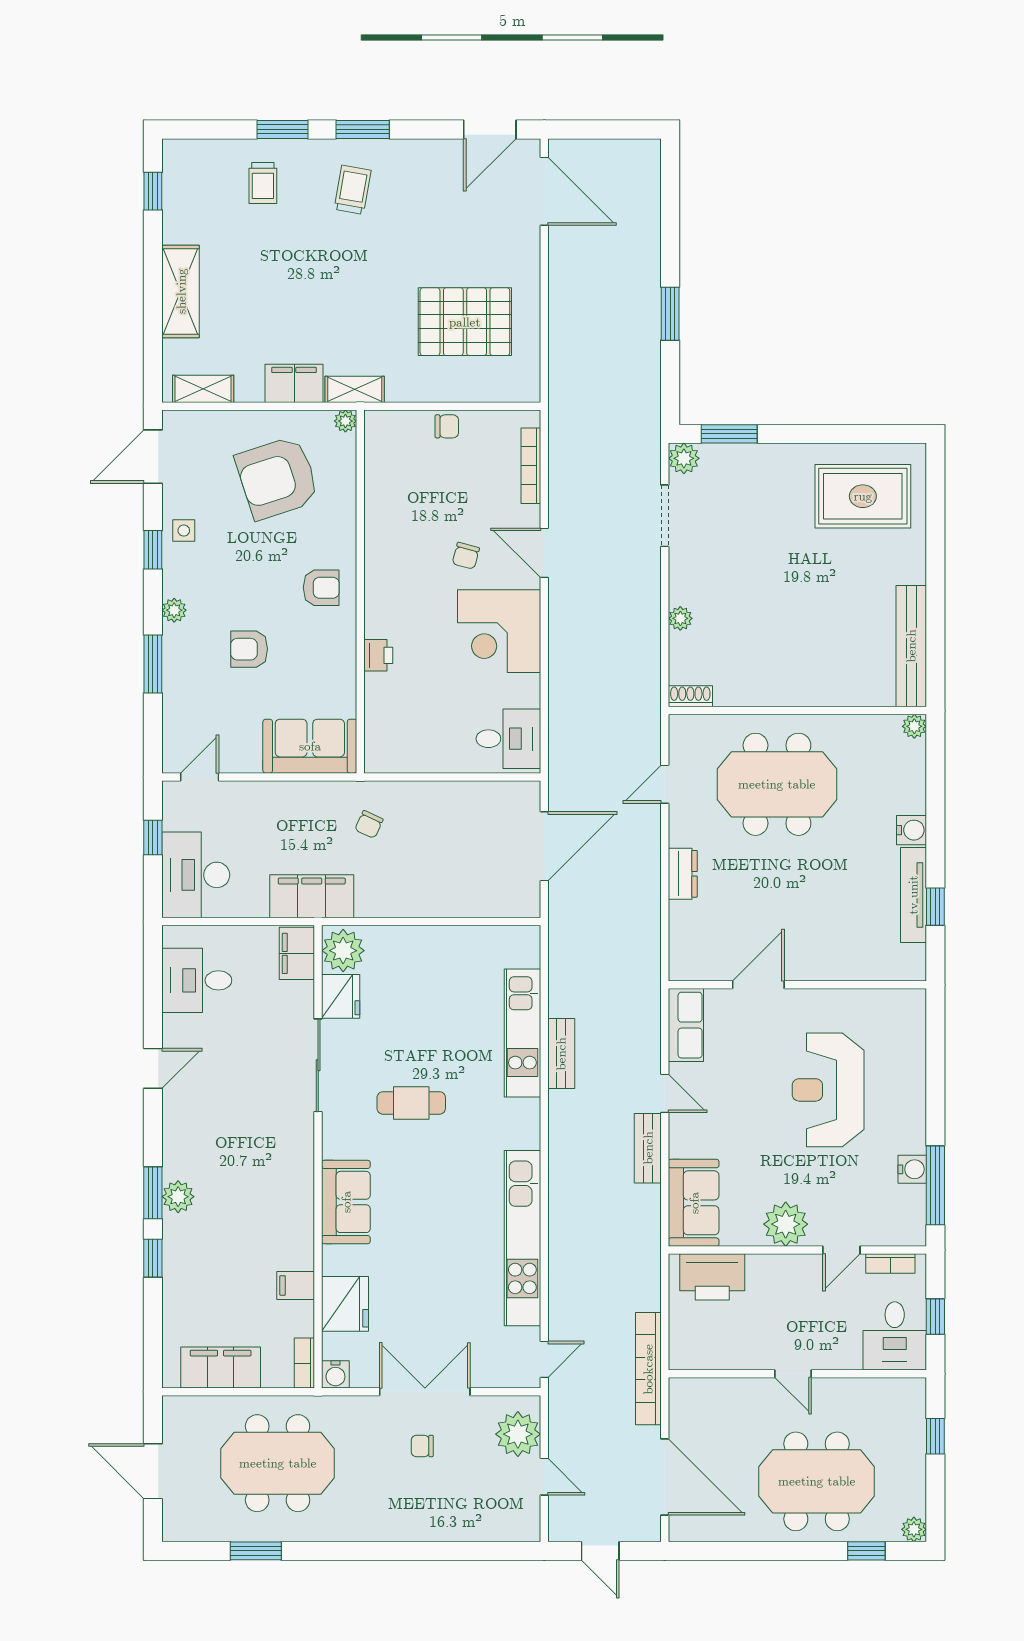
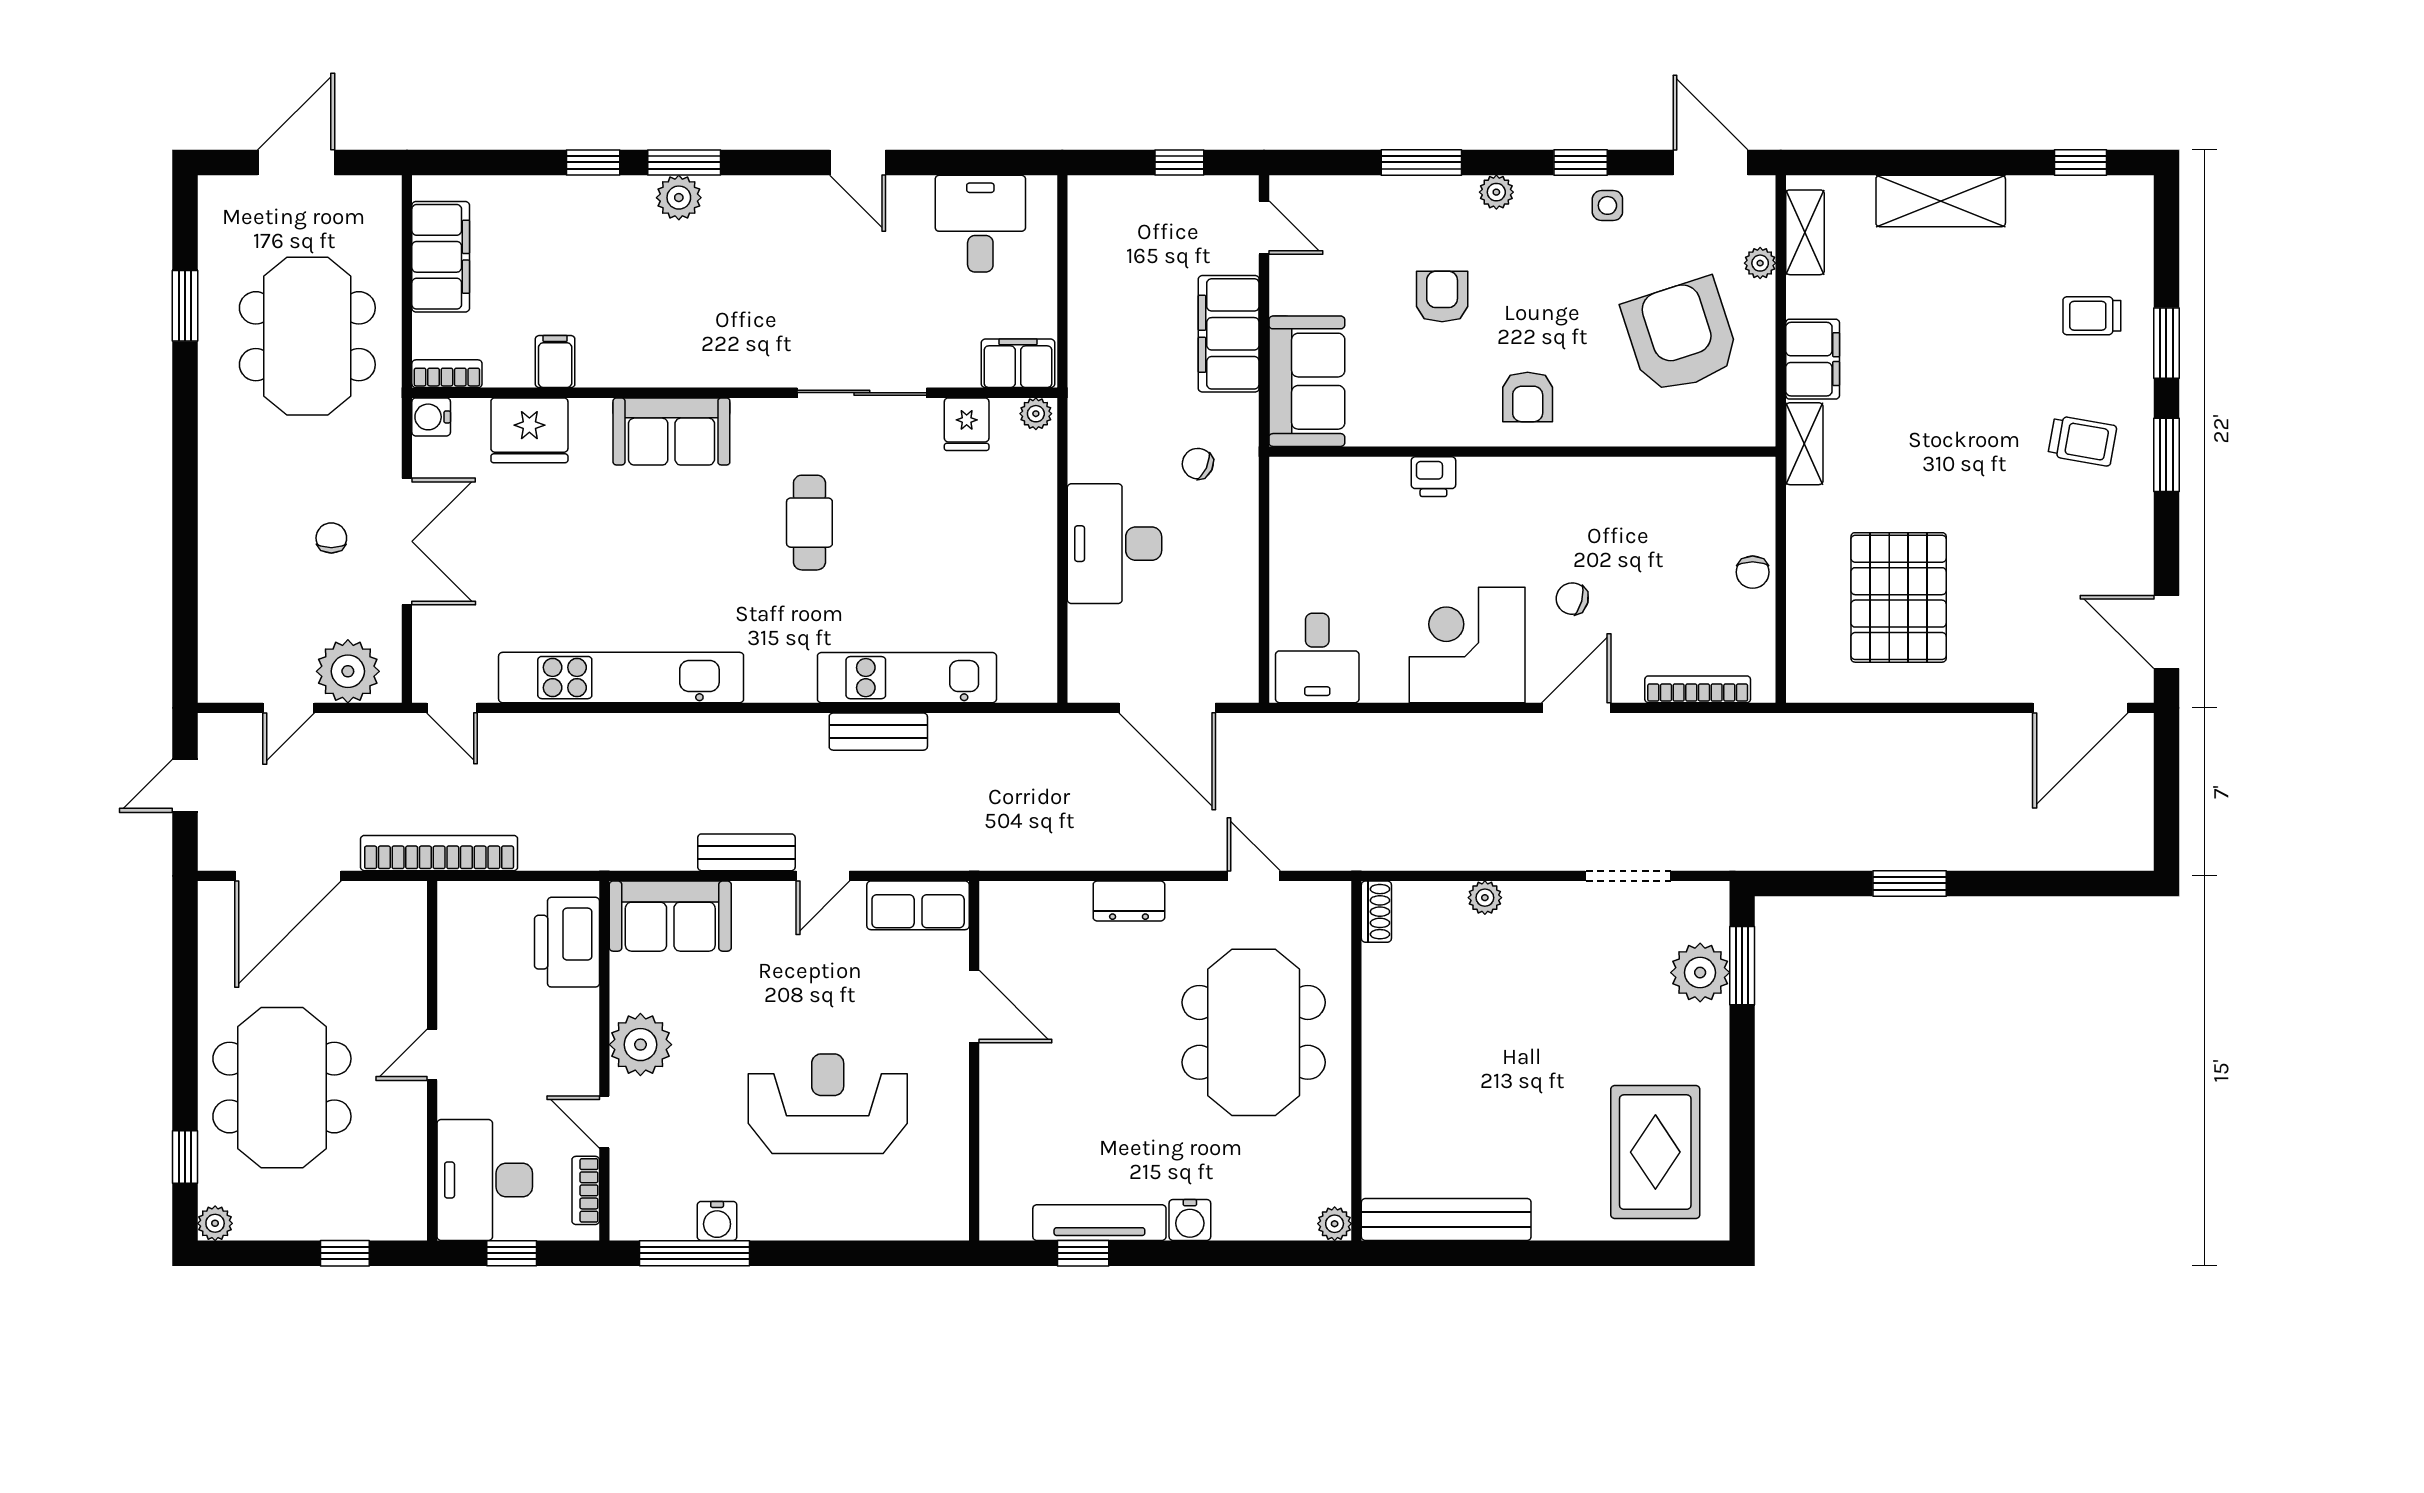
plant: (345, 421) -> (1760, 263), moved
plant: (684, 458) -> (1700, 973), moved, width x1.36, depth x1.36
desk: (196, 875) -> (1114, 544), moved, turned -90
filing cabinet: (312, 896) -> (1229, 334), moved, turned 180
plant: (343, 951) -> (1036, 414), width x0.53, depth x0.53
fridge: (341, 996) -> (967, 424), width x0.72
desk: (895, 1336) -> (485, 1180), width x1.37

